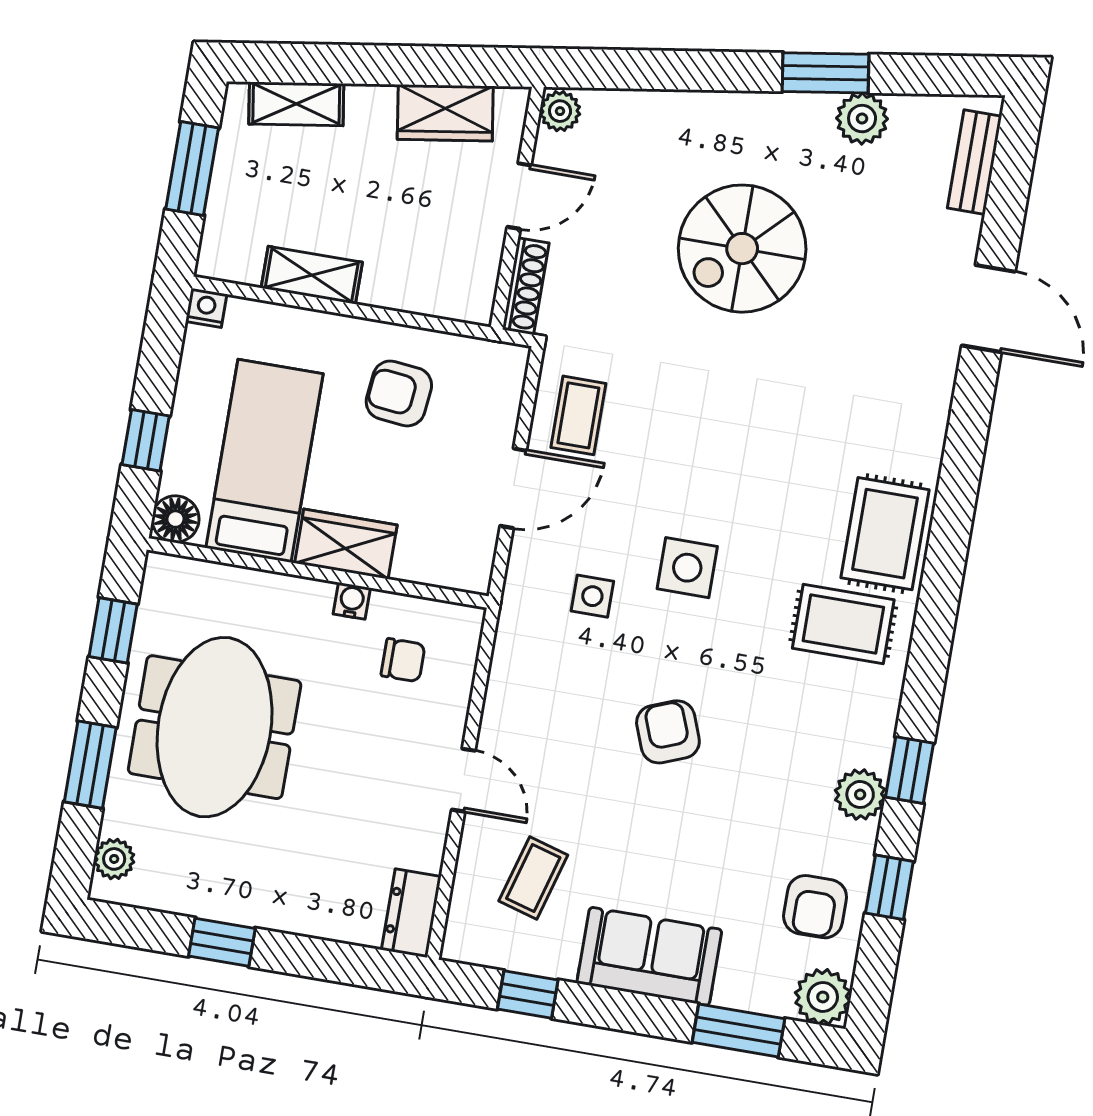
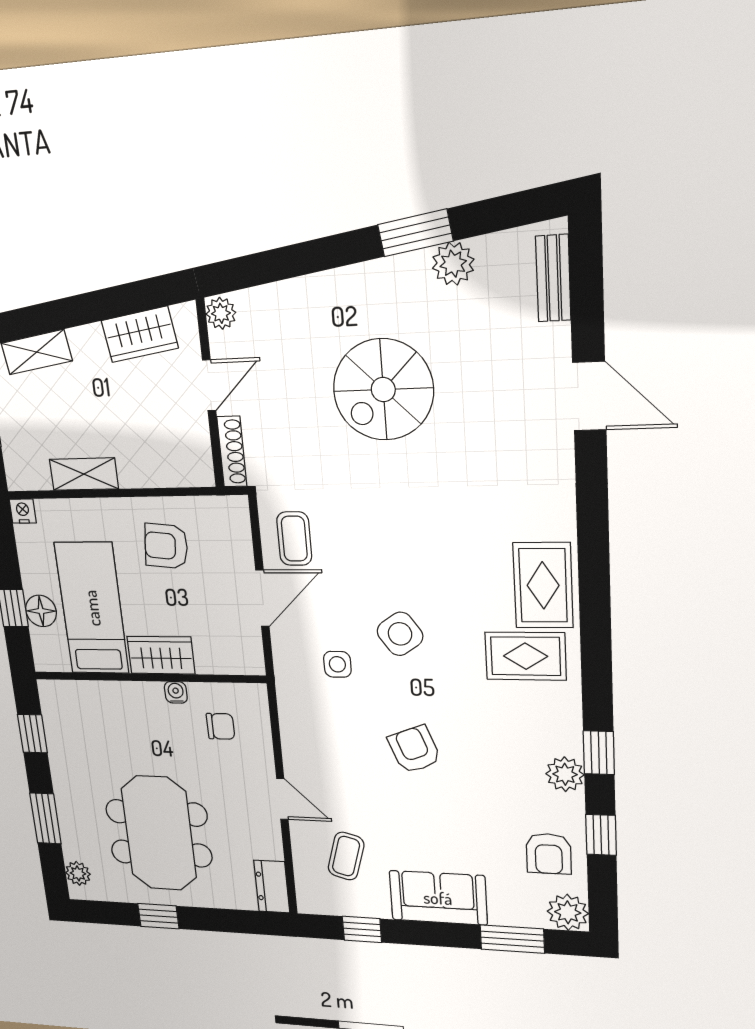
floor lamp: (175, 519) -> (41, 611), moved
side table: (687, 568) -> (400, 634), turned -35
meeting table: (215, 727) -> (159, 833), moved

